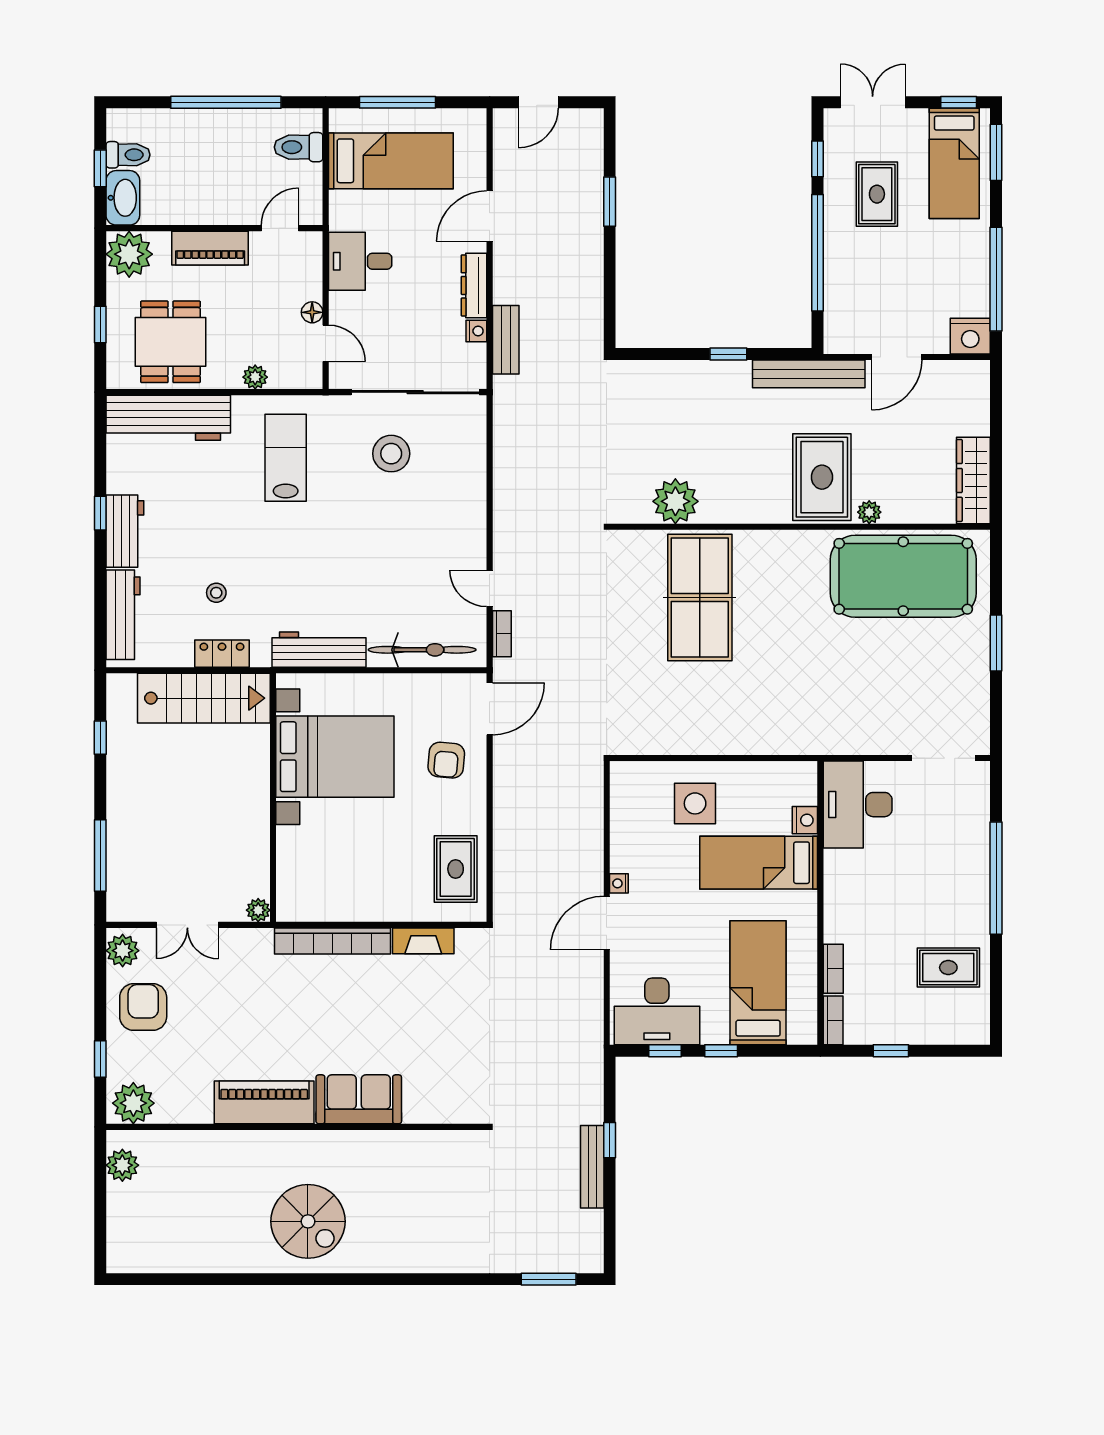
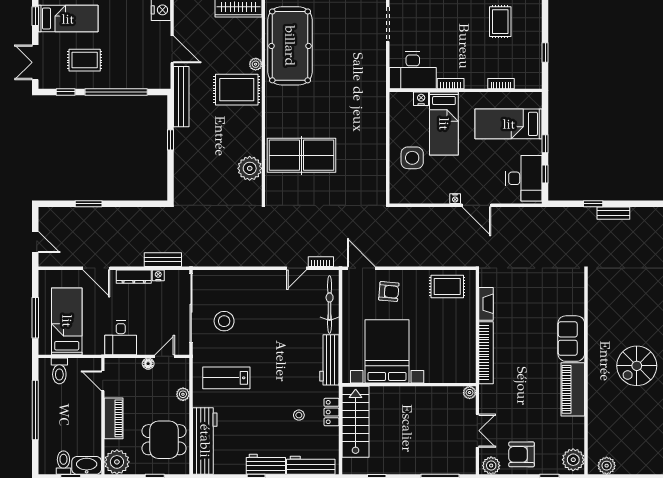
bookcase: (833, 1020) -> (451, 84), moved
bench: (592, 1167) -> (613, 213), width x0.73
spiral stairs: (308, 1221) -> (637, 366), turned 180

